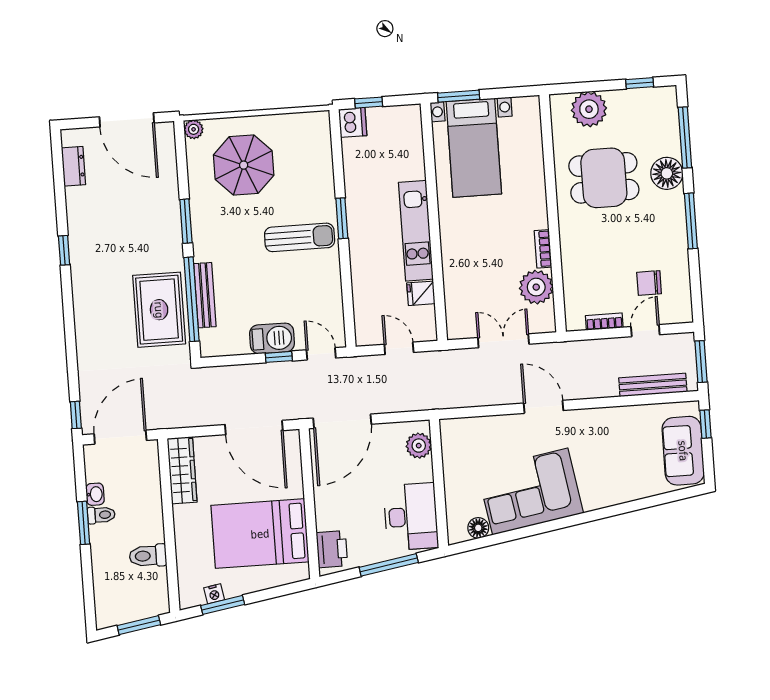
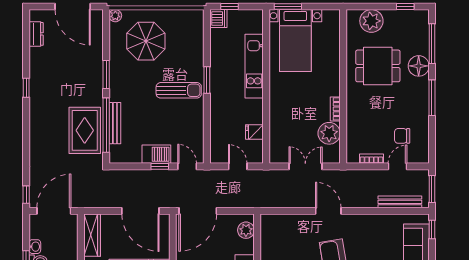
kitchen unit: (416, 231) -> (254, 66), moved

